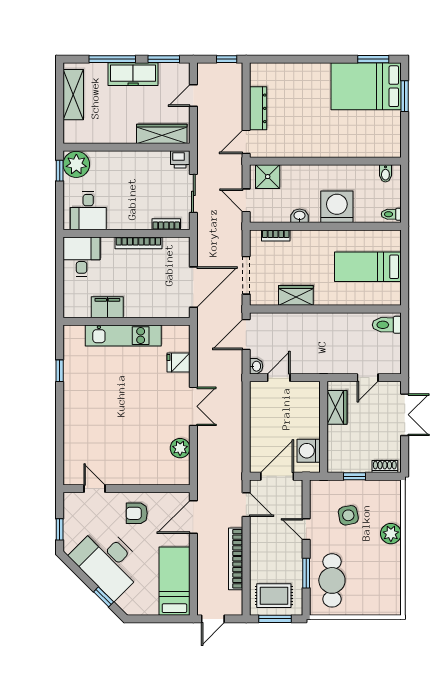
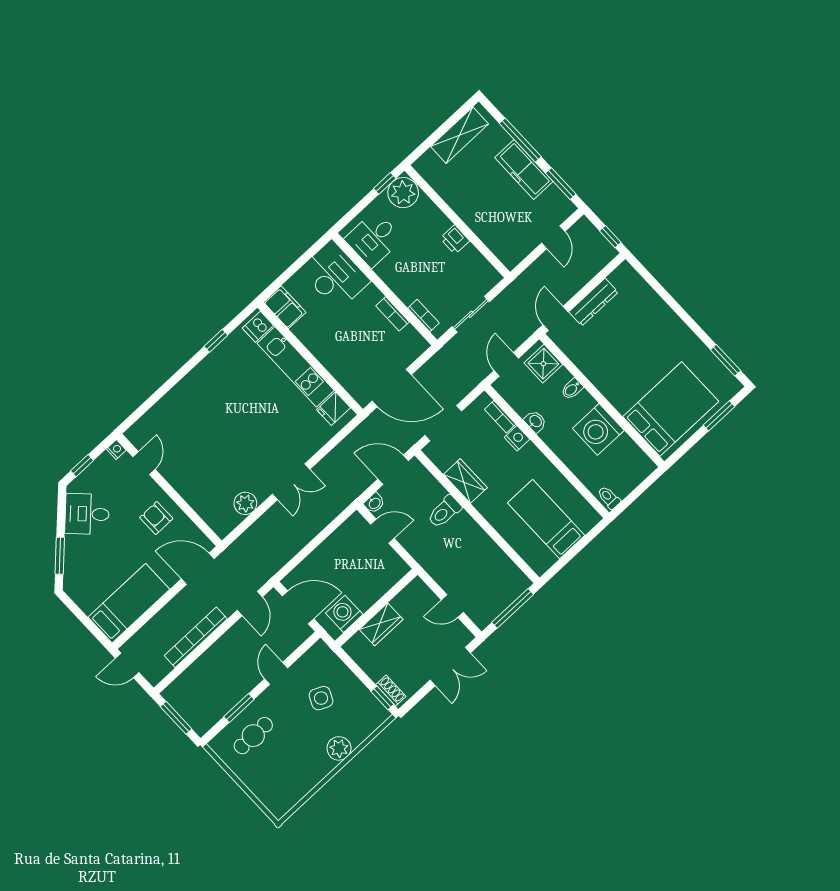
bed: (366, 86) -> (671, 409), moved, turned 90
door: (193, 96) -> (553, 237), swing flipped
wardrobe: (162, 134) -> (496, 241), removed
door: (246, 142) -> (556, 318), hinge flipped
printer: (180, 159) -> (455, 240), moved
bidet: (385, 173) -> (572, 389), moved
washing machine: (337, 207) -> (598, 429), moved, turned 180
nightstand: (299, 237) -> (517, 438), added
bookcase: (138, 243) -> (392, 314), width x0.64
desk: (82, 257) -> (335, 275), width x1.37
filing cabinet: (107, 307) -> (285, 307), moved
toilet: (387, 325) -> (444, 512), moved, turned -90
dishwasher: (75, 336) -> (258, 327), added
window: (405, 341) -> (513, 608), added
fridge: (178, 363) -> (333, 409), moved, turned -90
wardrobe: (337, 407) -> (381, 624), moved
window: (354, 476) -> (382, 698), moved
nightstand: (70, 498) -> (116, 450), added
side table: (348, 515) -> (321, 698), turned 36
desk: (108, 562) -> (87, 514), width x0.53, depth x0.77
cafe table: (332, 580) -> (253, 736), width x0.73, depth x0.74
rug: (274, 596) -> (195, 699), removed
window: (104, 597) -> (60, 556), width x1.50

